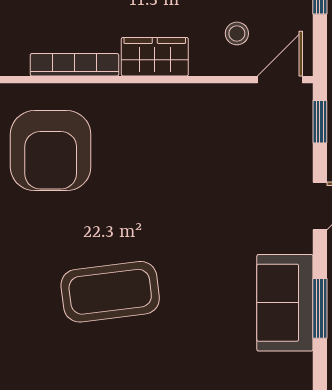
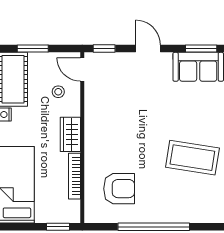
armchair: (51, 151) -> (119, 189), width x0.73, depth x0.73
coffee table: (110, 292) -> (192, 158), turned -74

